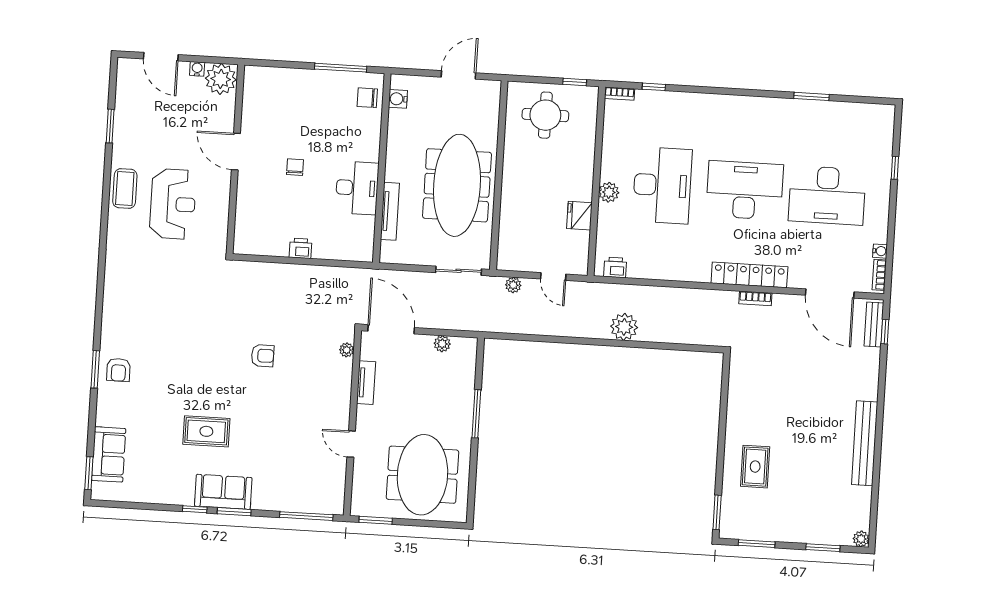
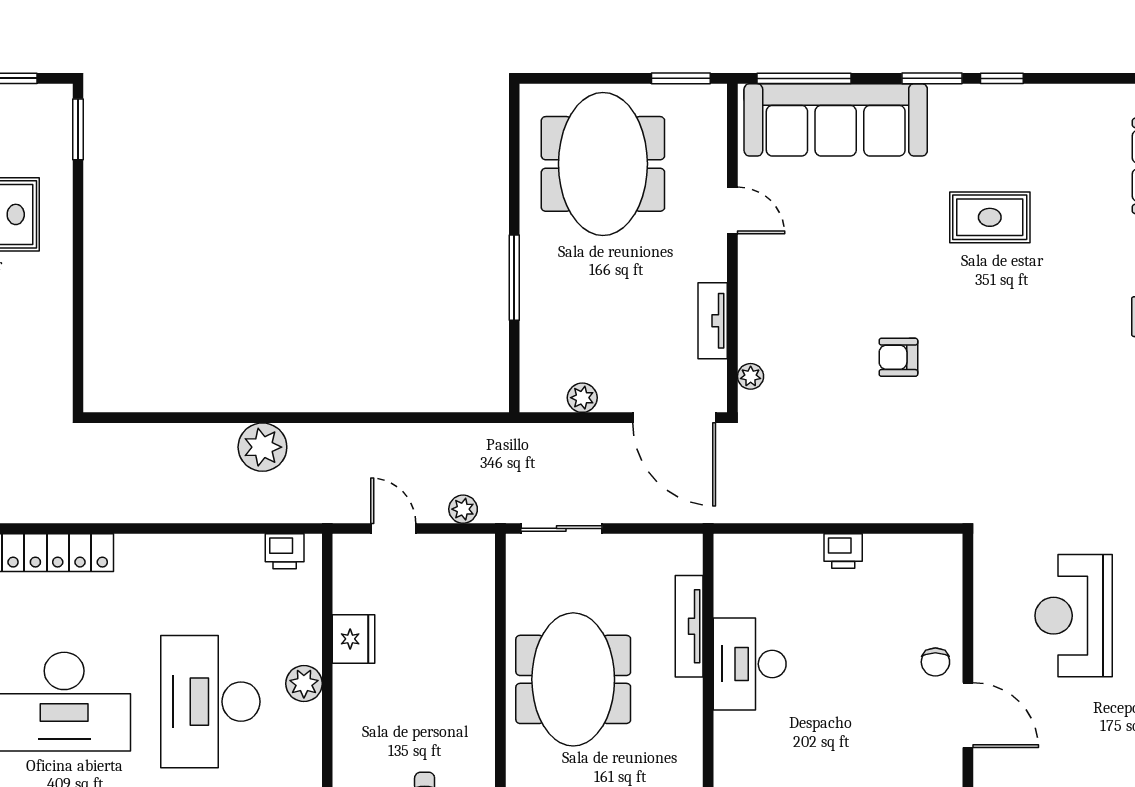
chair: (295, 167) -> (935, 662), moved
meeting table: (457, 185) -> (573, 679), width x0.73
bookcase: (755, 298) -> (34, 512), removed
sofa: (223, 492) -> (836, 120), moved, width x1.85, depth x1.27

